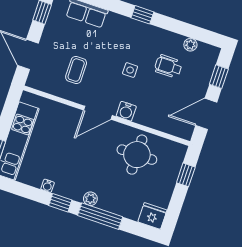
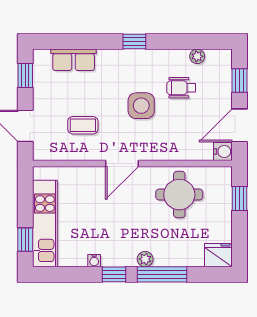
coffee table: (76, 70) -> (83, 125), turned 90
side table: (130, 70) -> (141, 106), width x1.87, depth x1.87
water cooler: (126, 111) -> (223, 151), moved, turned -90

